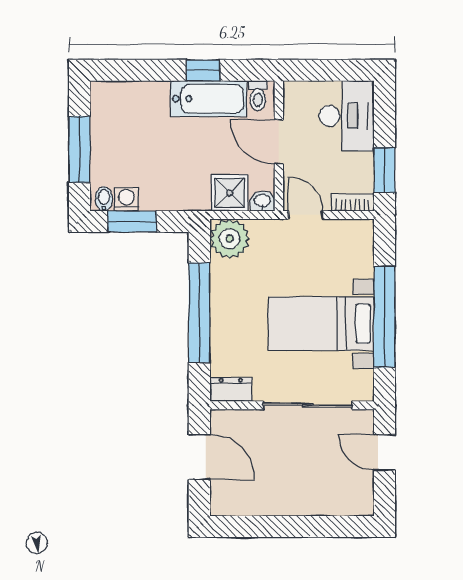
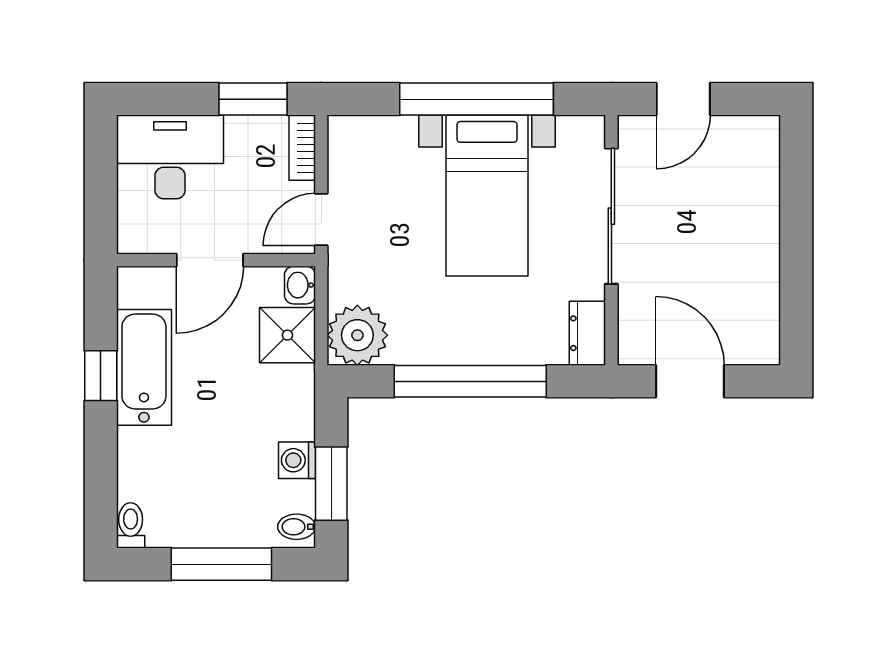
toilet: (258, 96) -> (131, 525), moved, turned -90
washing machine: (126, 199) -> (297, 460), moved
door: (199, 457) -> (690, 381), hinge flipped

